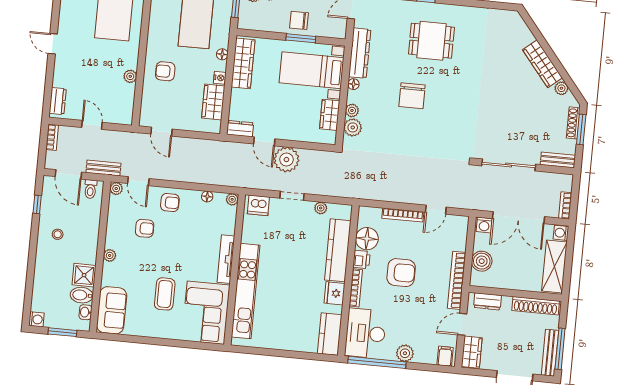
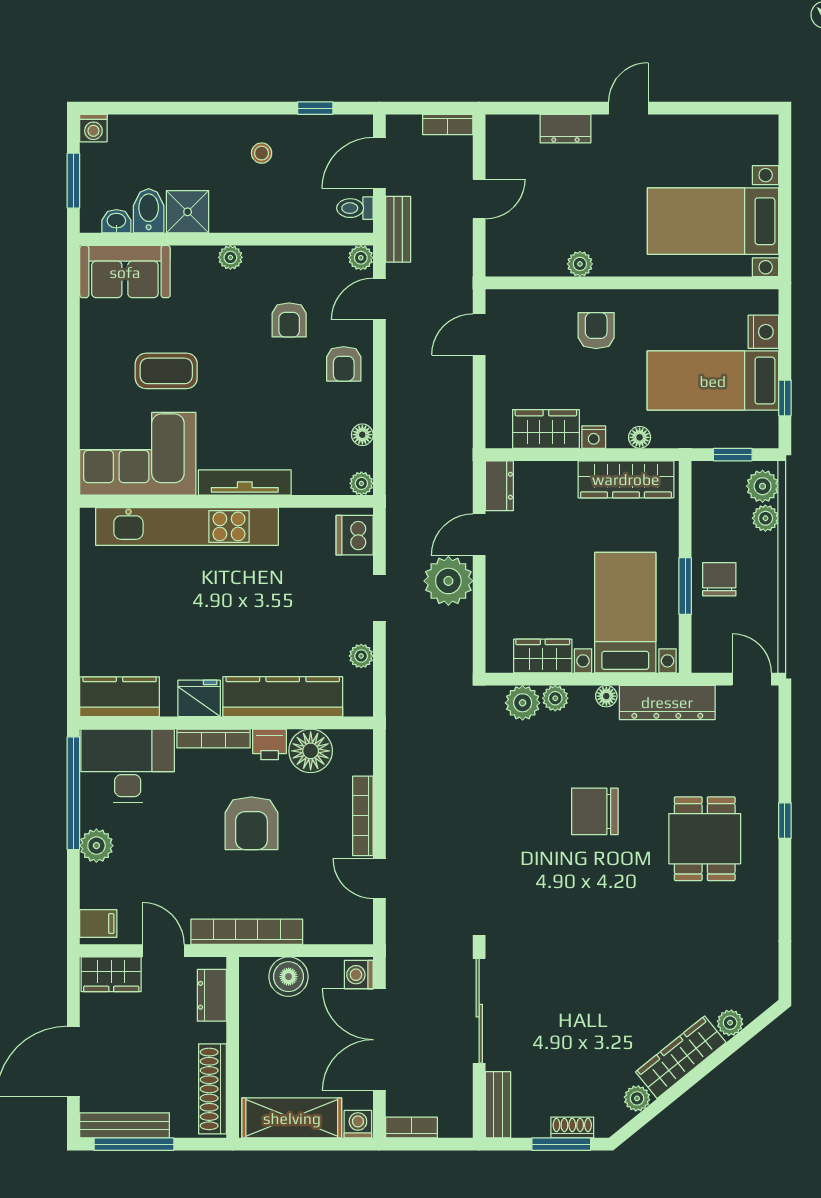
plant: (527, 37) -> (730, 1023), added
dresser: (58, 101) -> (565, 129), moved
shoe rack: (573, 123) -> (572, 1128), width x0.70

